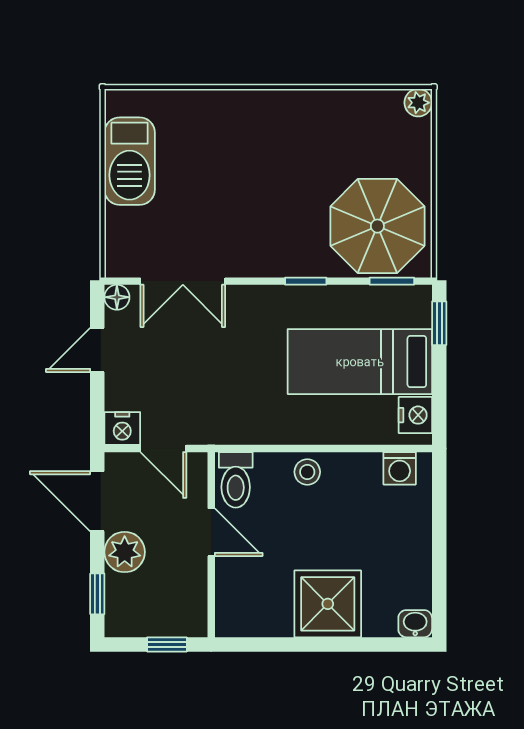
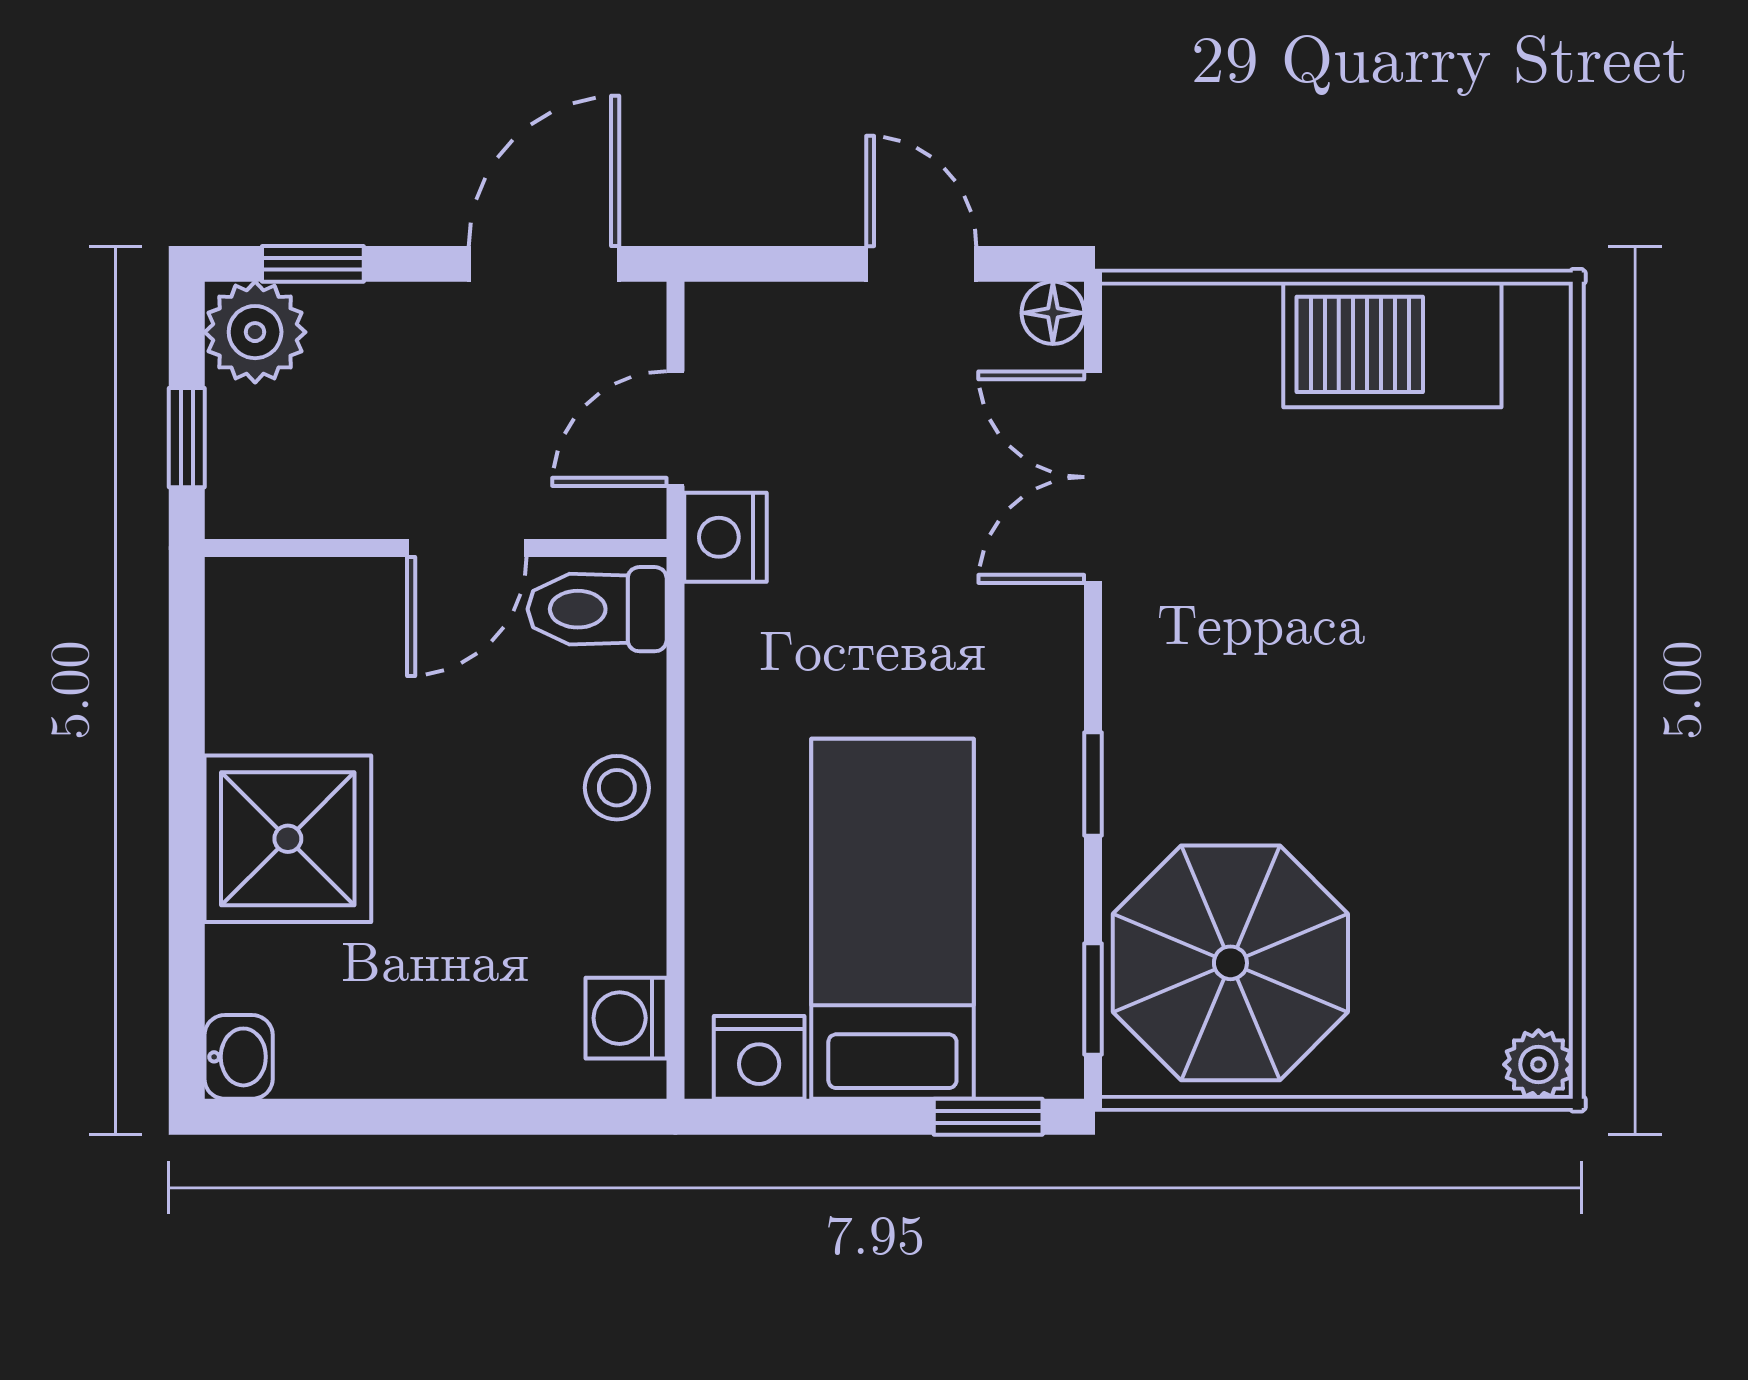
nightstand: (122, 428) -> (725, 537), moved
plant: (125, 552) -> (255, 332), moved

